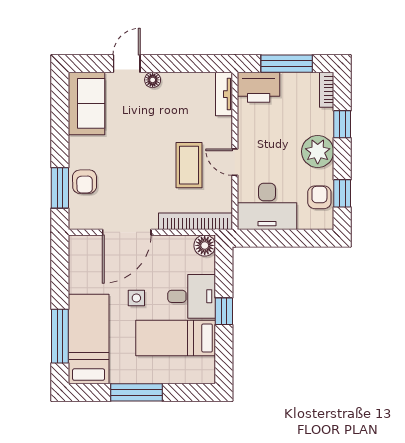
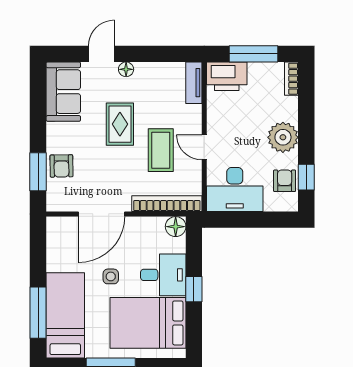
window: (342, 124) -> (306, 111), removed
rug: (146, 138) -> (120, 124), added
bed: (176, 338) -> (148, 323), width x1.50

